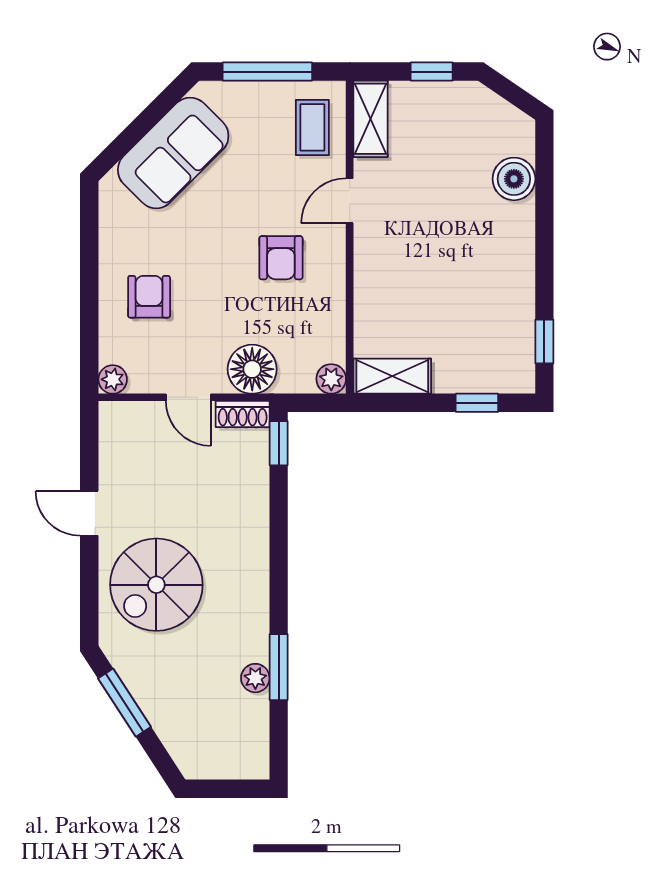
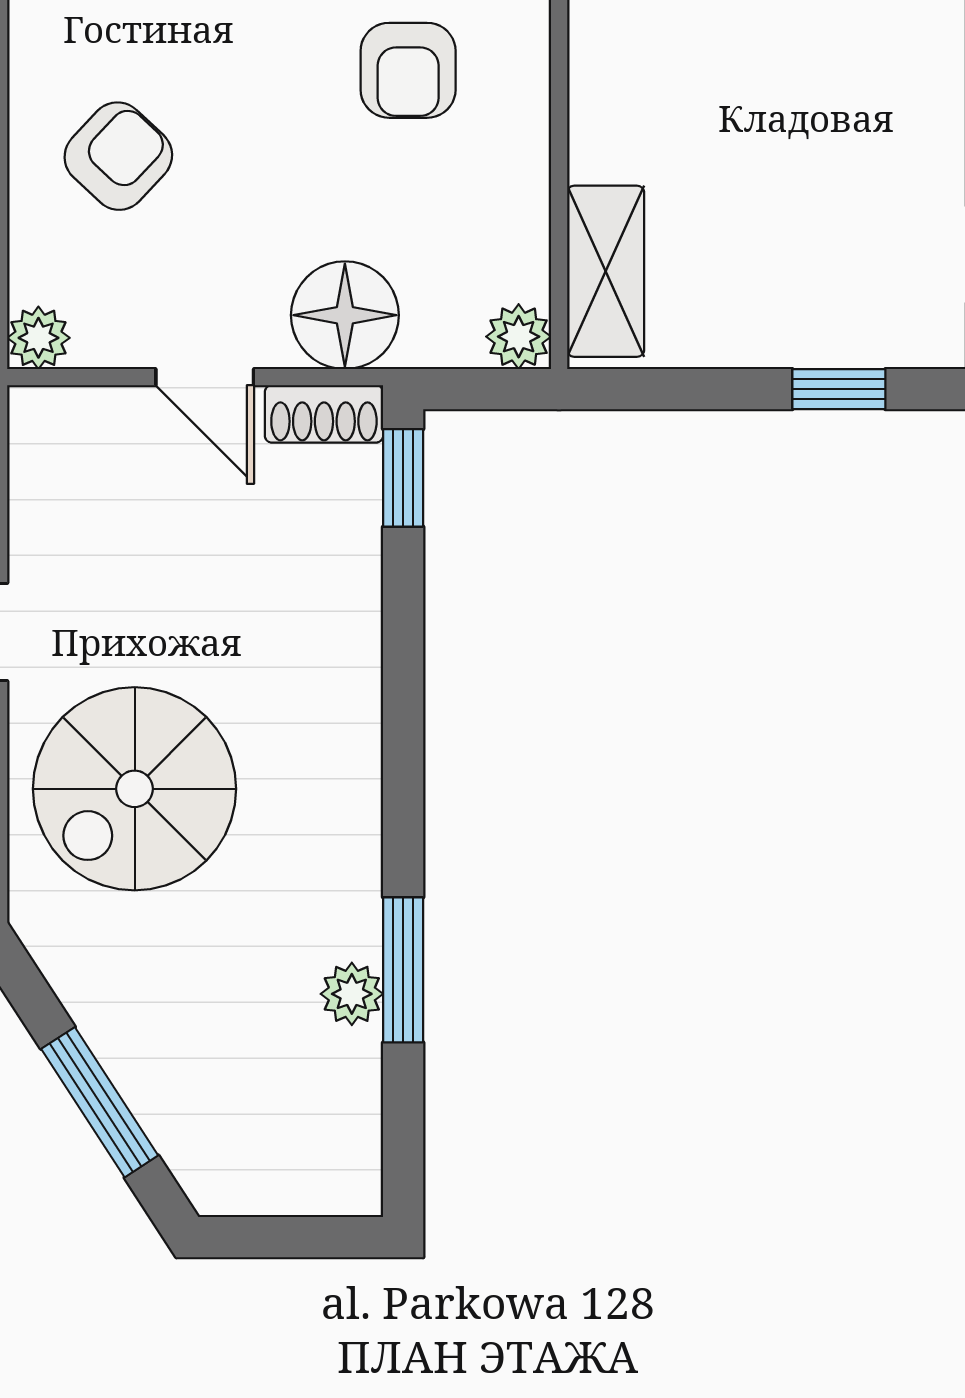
armchair: (149, 297) -> (118, 156), turned 43
shelving: (392, 376) -> (606, 271), moved, turned 90
window: (124, 703) -> (100, 1102), moved

